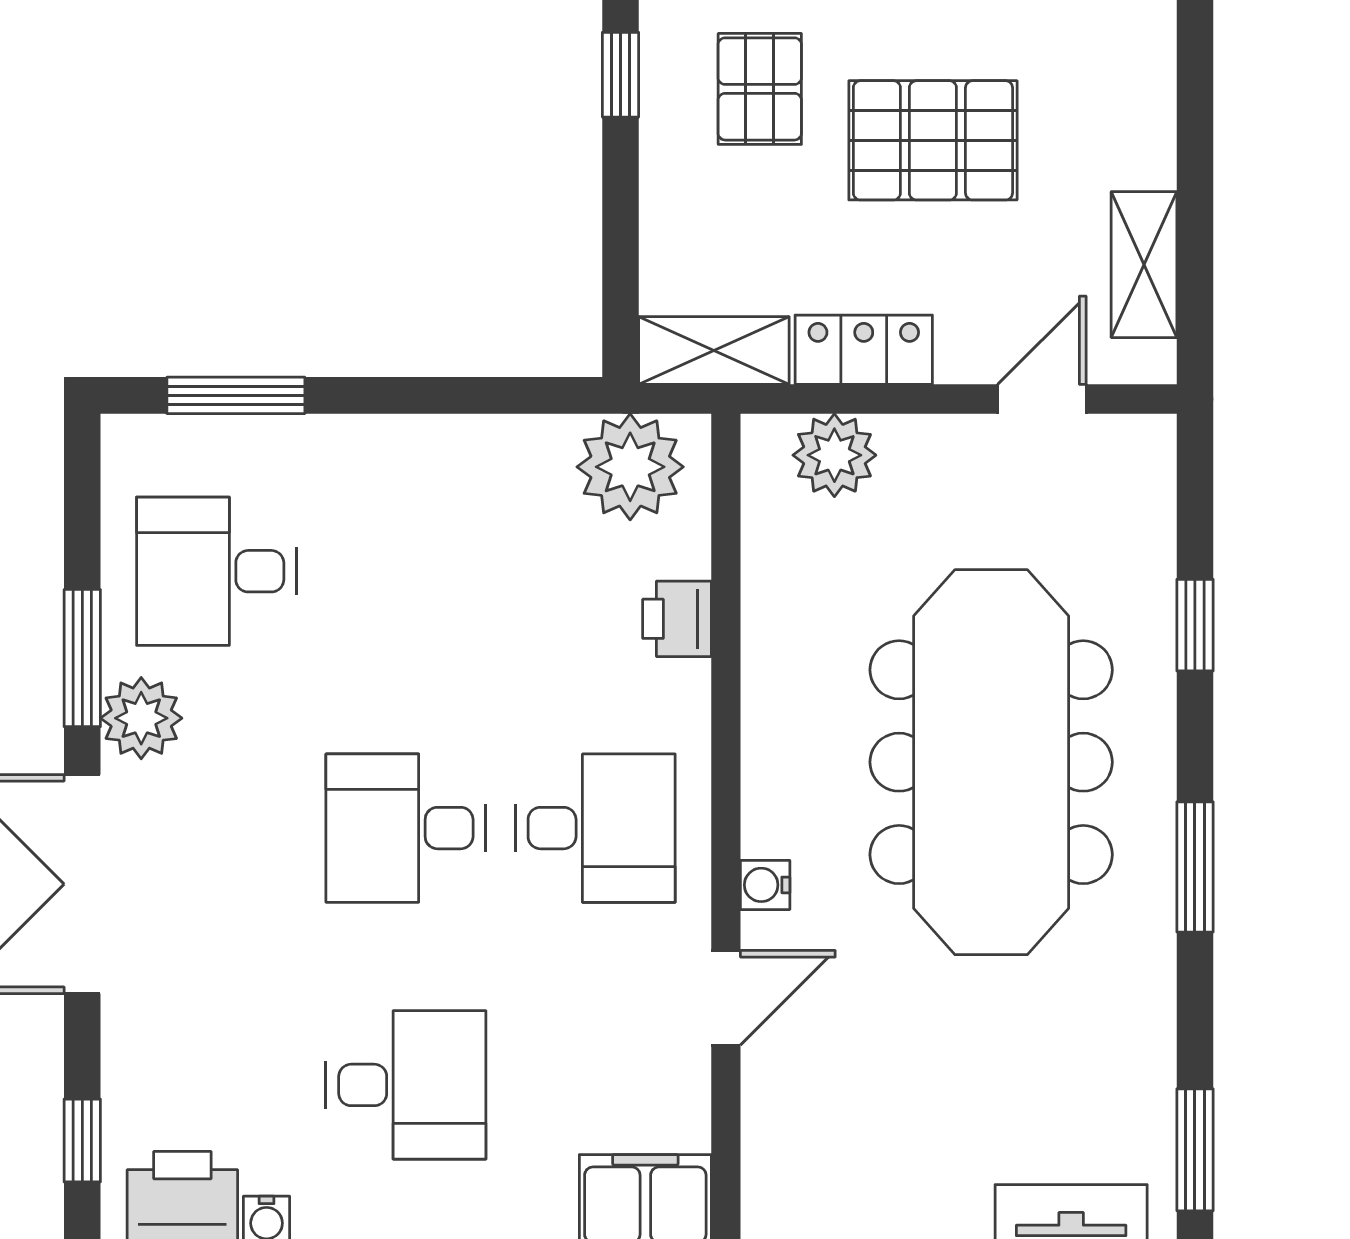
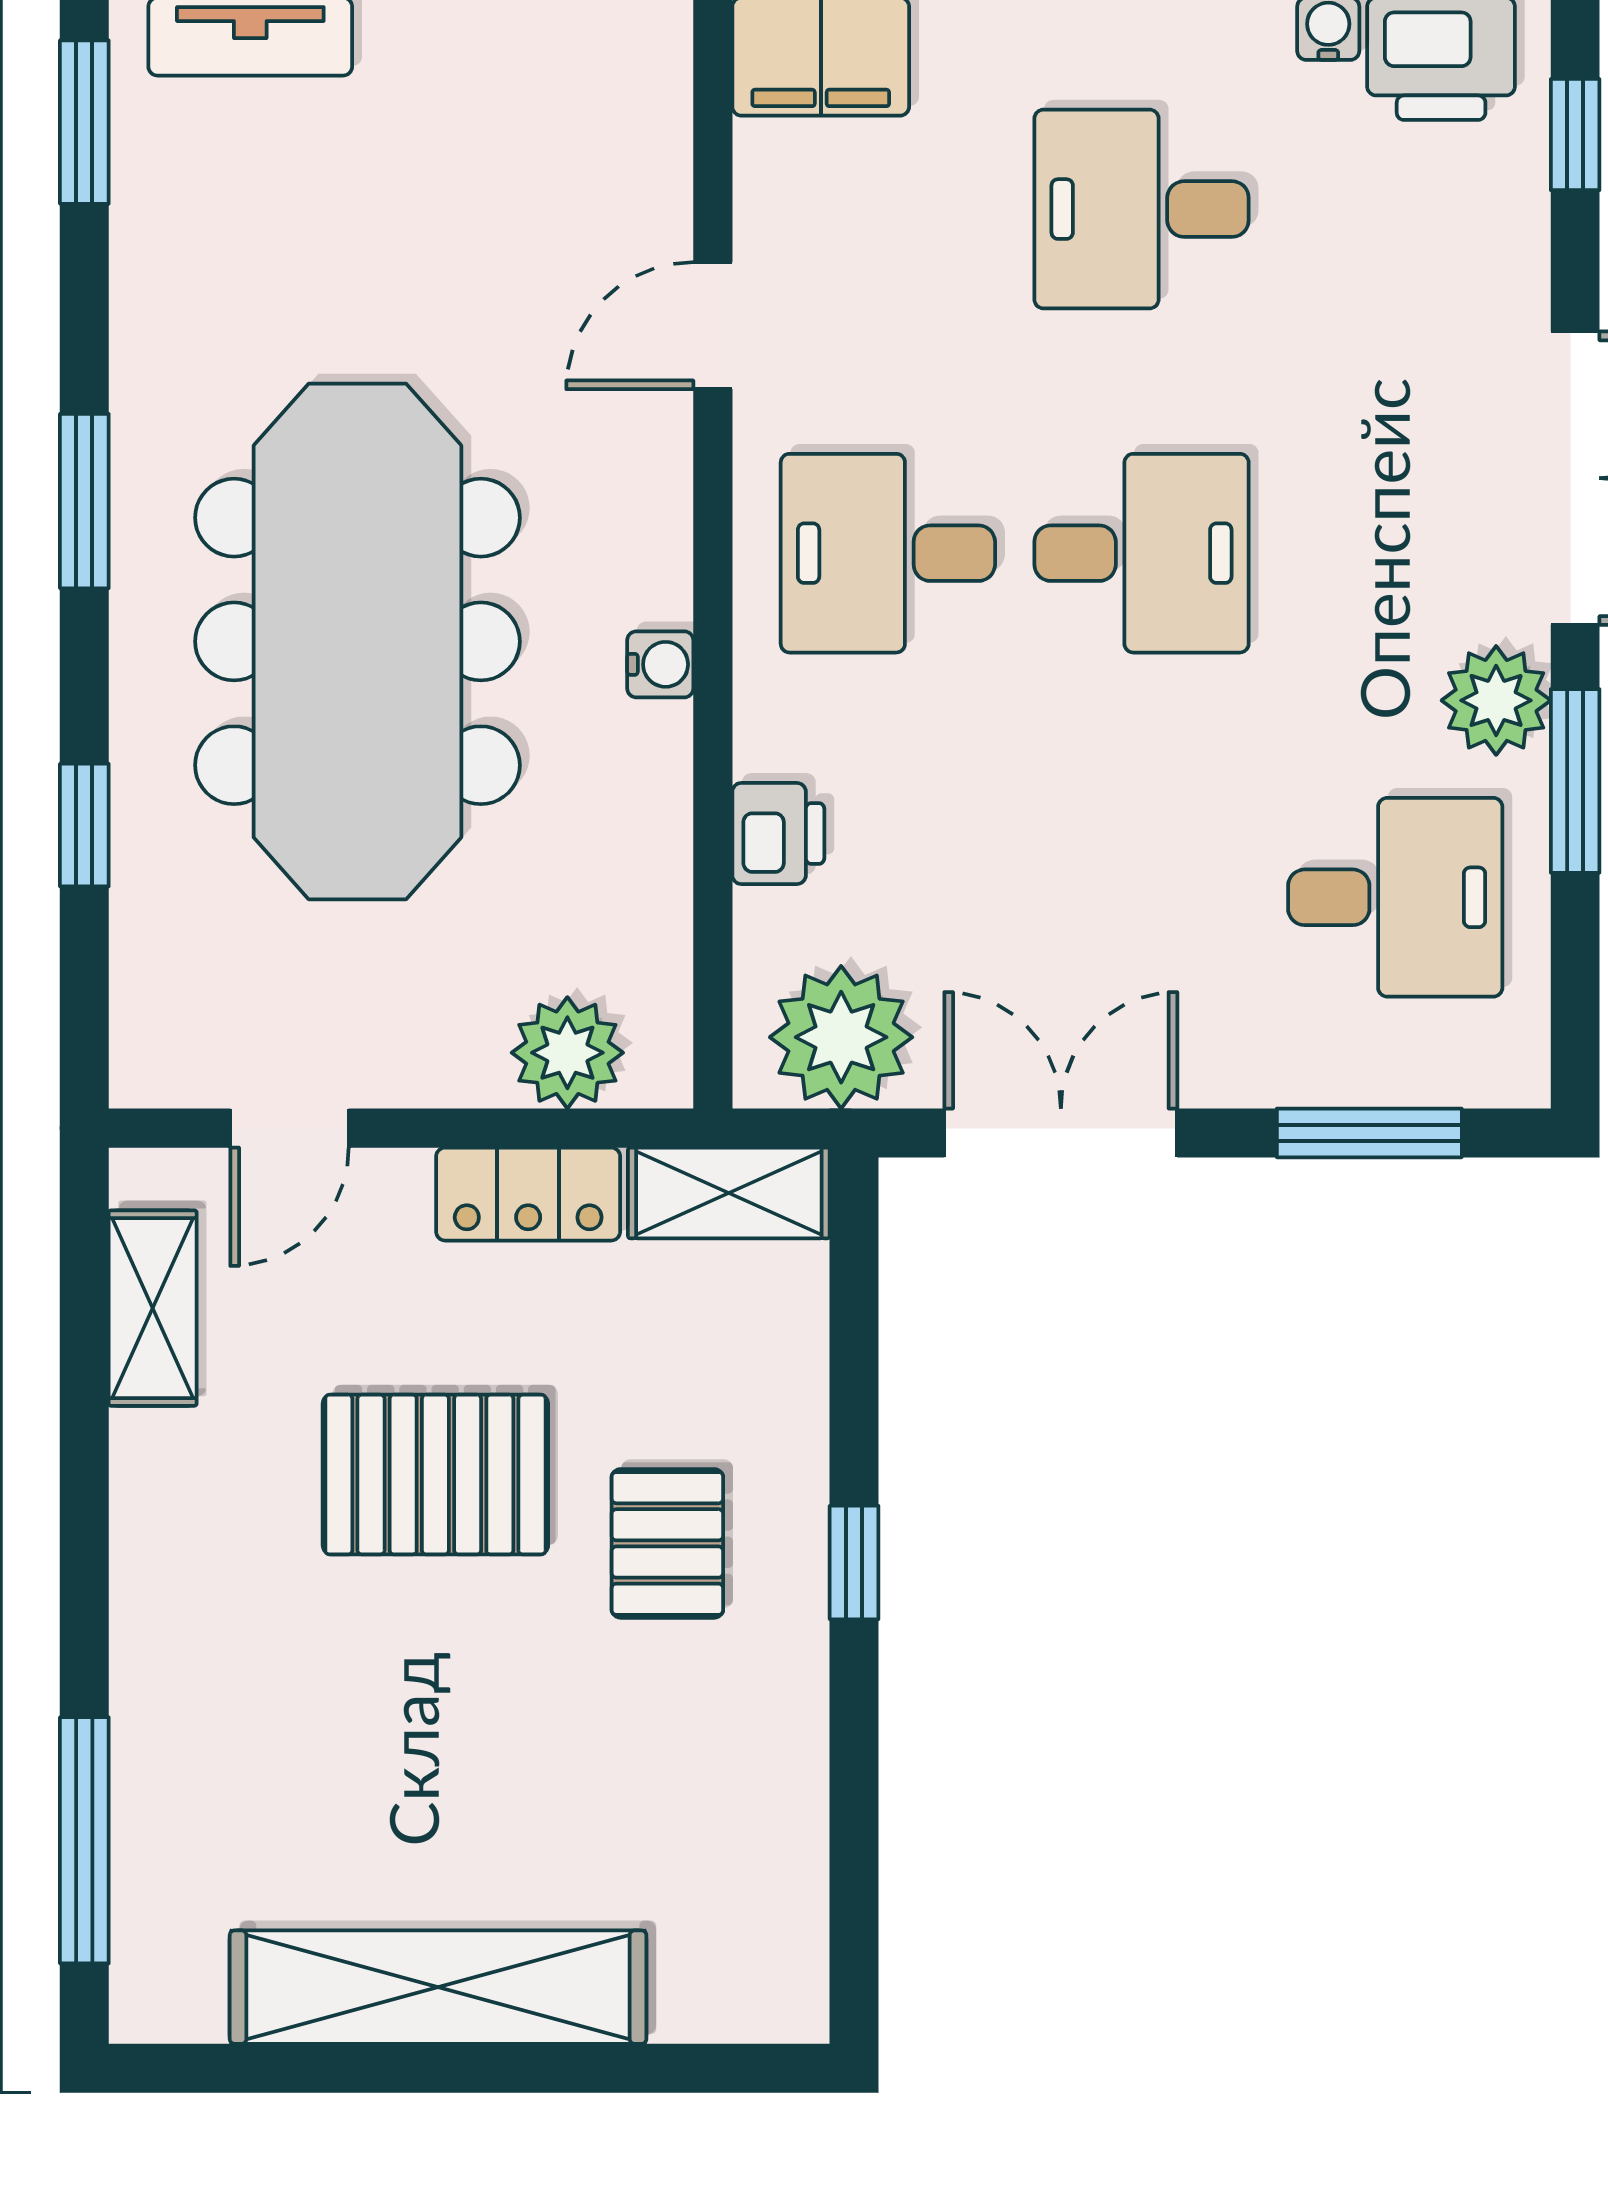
double door: (466, 395) -> (1061, 1133), added
water cooler: (765, 885) -> (660, 664), moved

